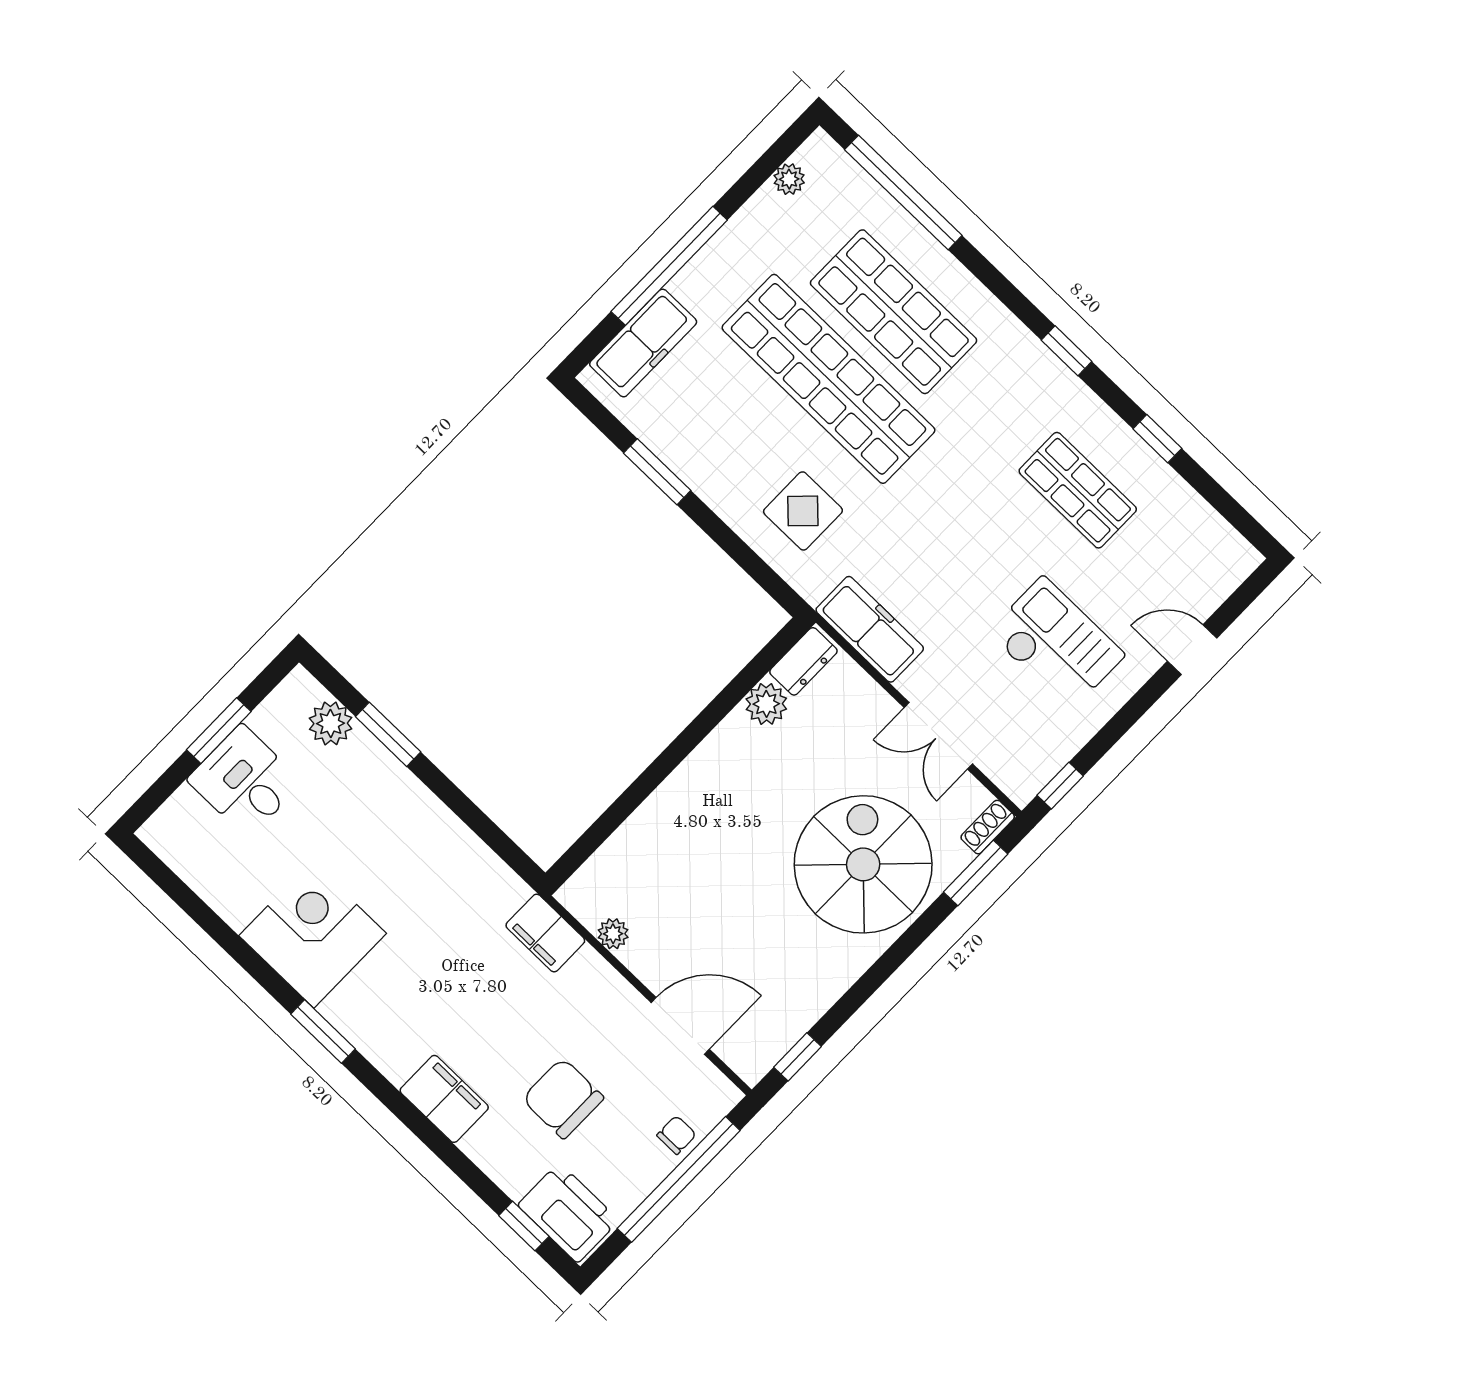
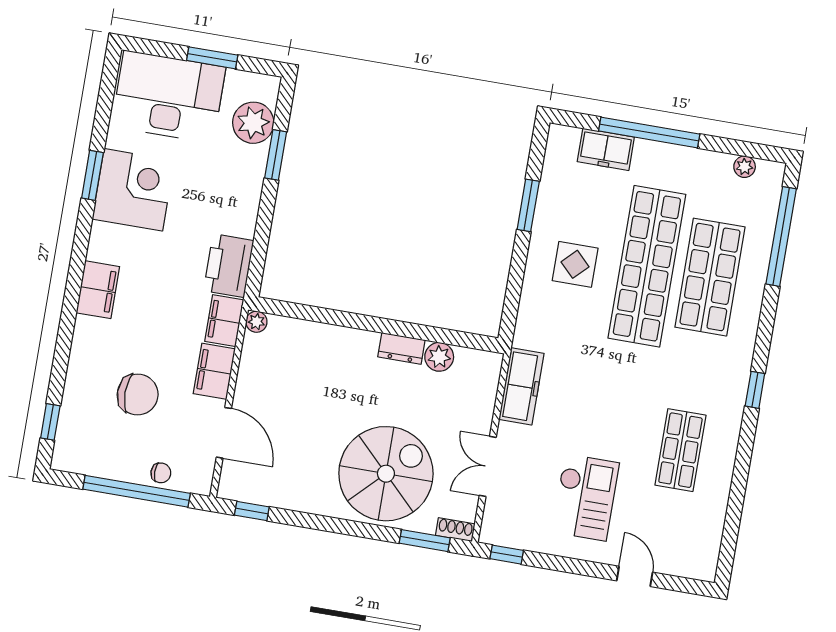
freezer: (643, 343) -> (606, 149), width x0.71
window: (1157, 439) -> (740, 475), removed
display table: (803, 511) -> (575, 264), moved
dresser: (803, 661) -> (401, 348), moved
plant: (331, 723) -> (253, 123), width x1.36, depth x1.36
desk: (245, 781) -> (168, 97), width x1.87, depth x1.30
plant: (613, 934) -> (256, 322), moved
filing cabinet: (598, 987) -> (214, 371), added
window: (323, 1031) -> (92, 175), moved
chair: (563, 1098) -> (138, 395), turned 90
filing cabinet: (444, 1099) -> (98, 290), moved
printer: (568, 1213) -> (229, 266), moved, turned 180

